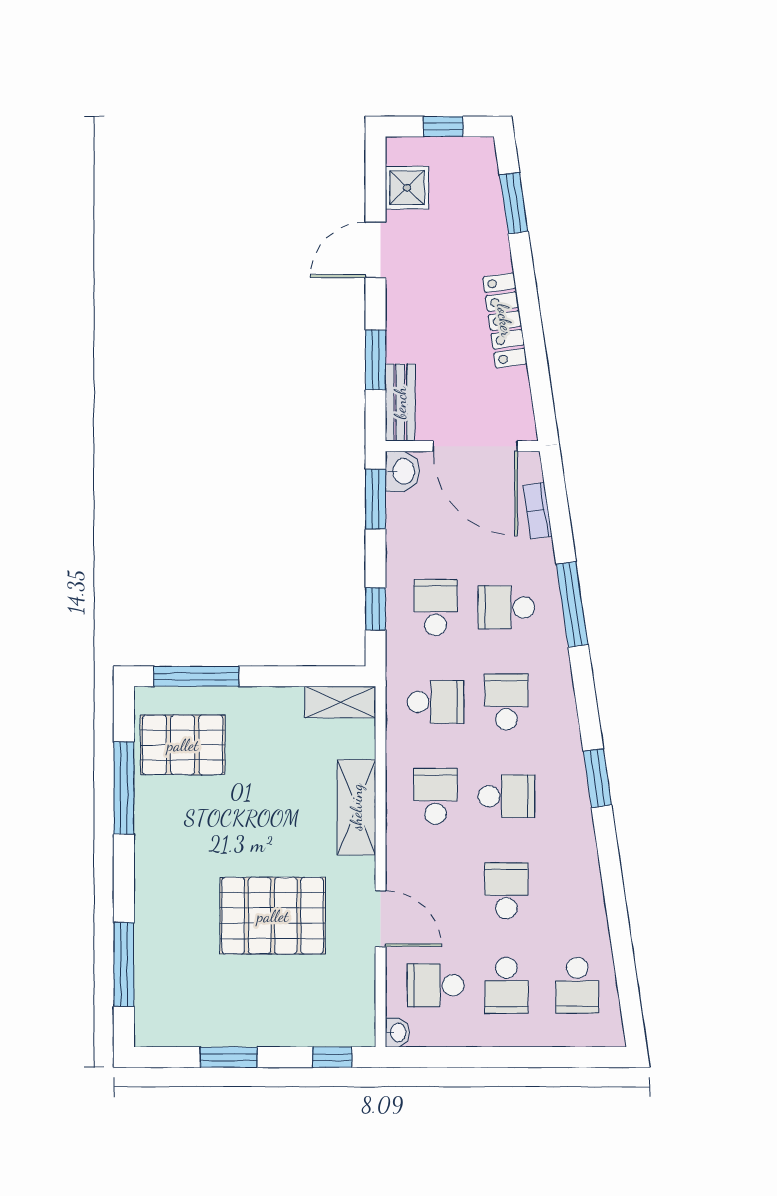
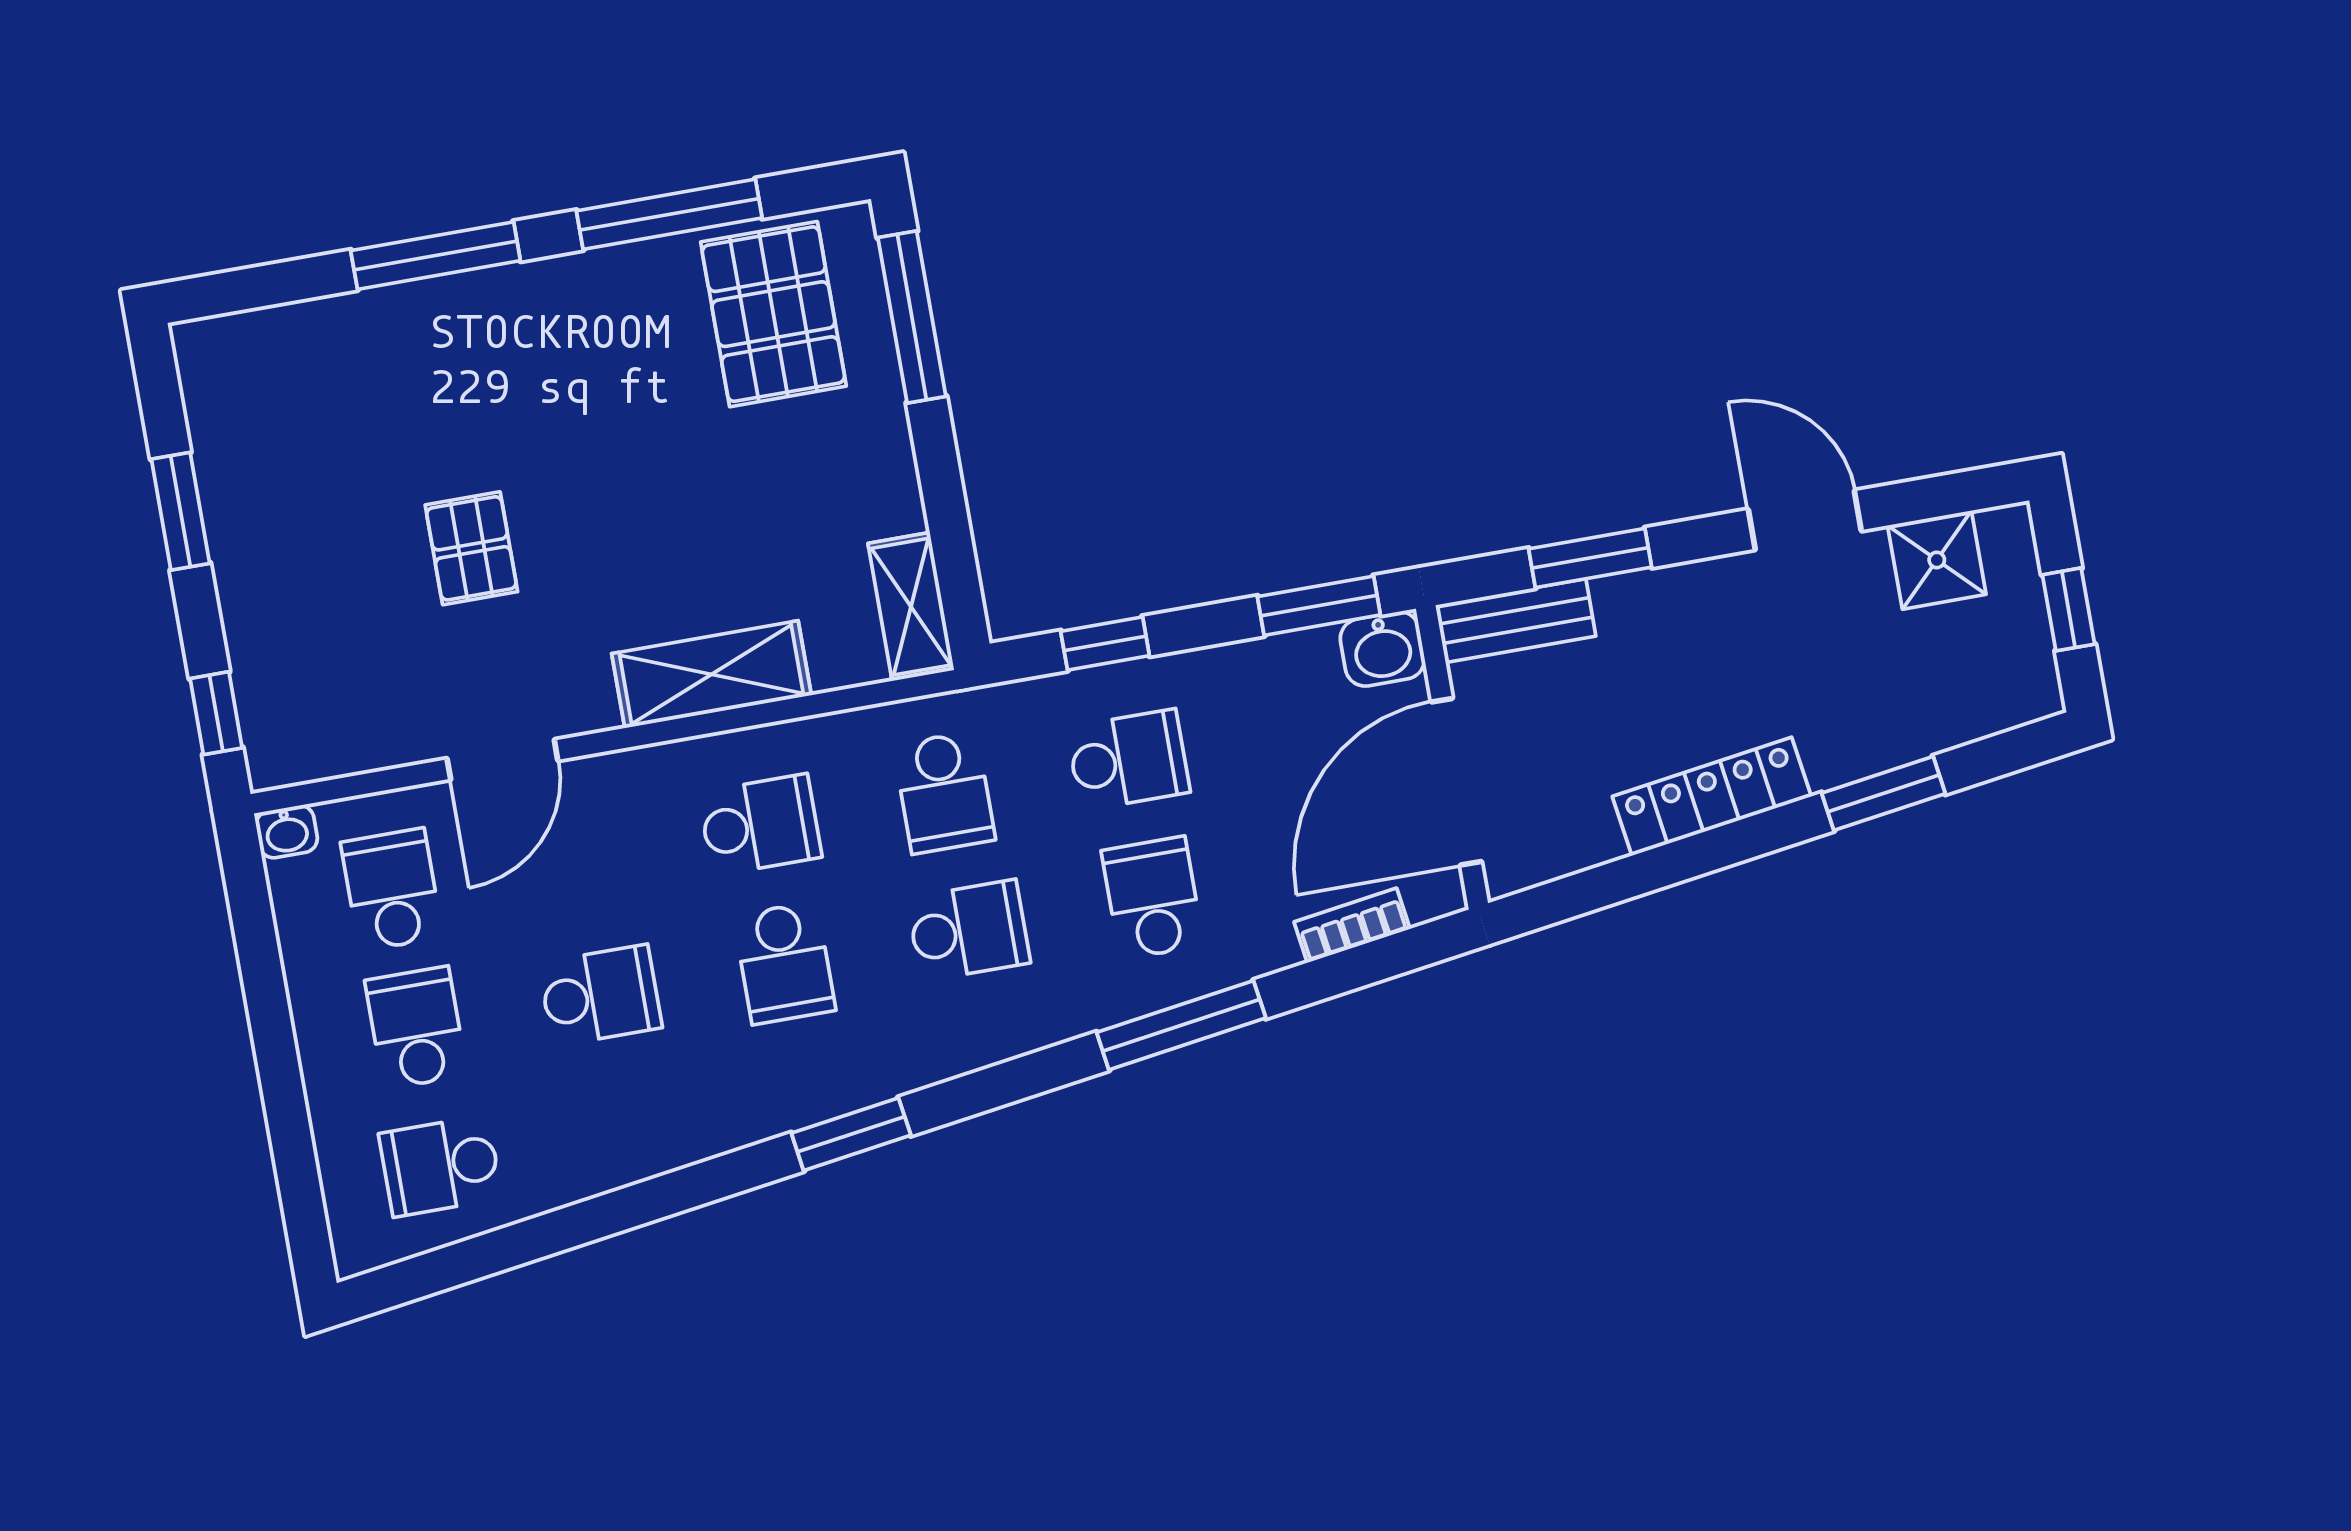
window: (514, 203) -> (1883, 793), moved
pallet: (273, 916) -> (471, 548), width x0.49, depth x0.50
window: (124, 964) -> (436, 256), moved
school desk: (506, 985) -> (416, 1028), turned 90

